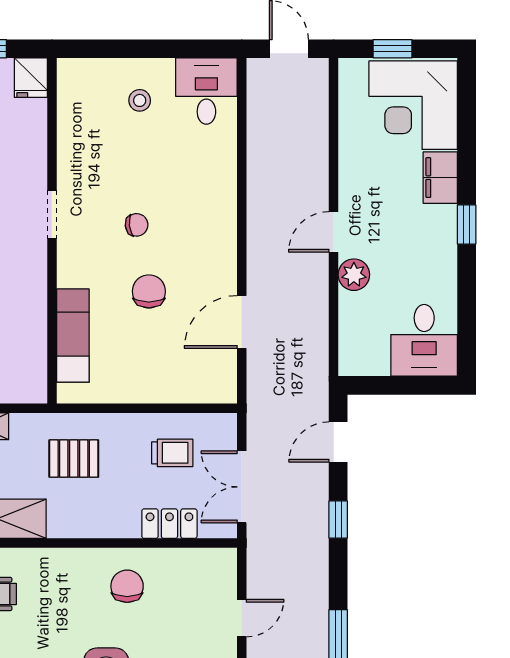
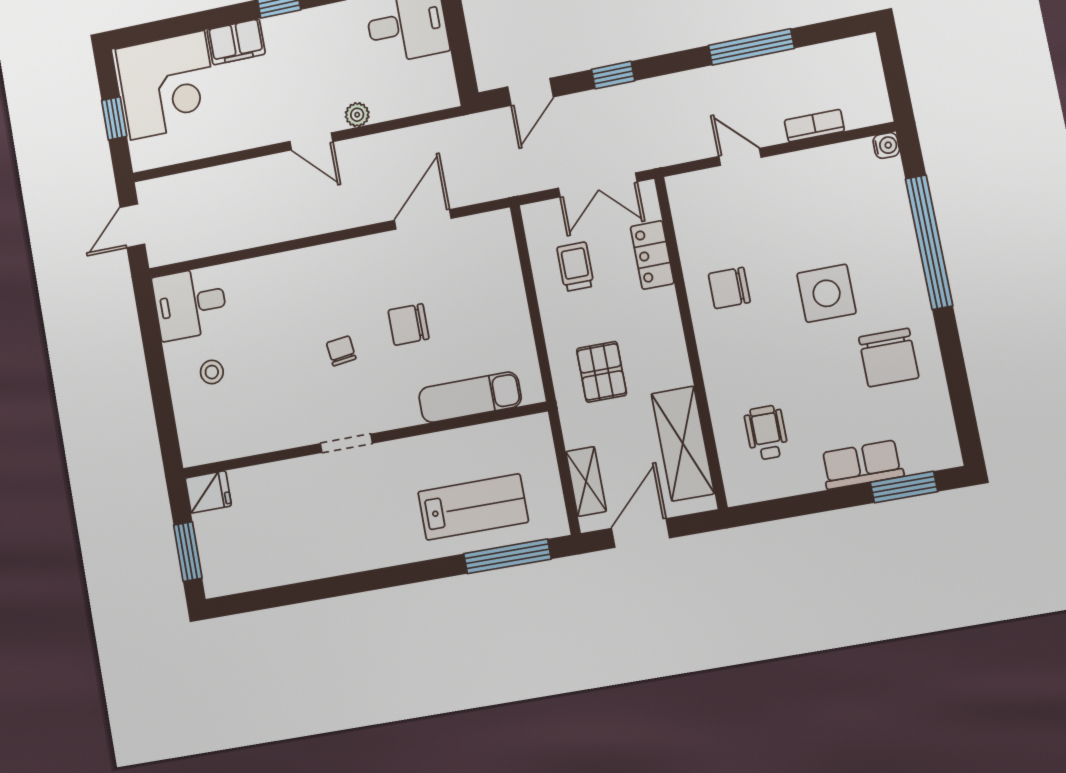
plant: (354, 275) -> (357, 115), width x0.73, depth x0.73
door: (242, 322) -> (423, 219), swing flipped
door: (338, 442) -> (531, 92), hinge flipped

